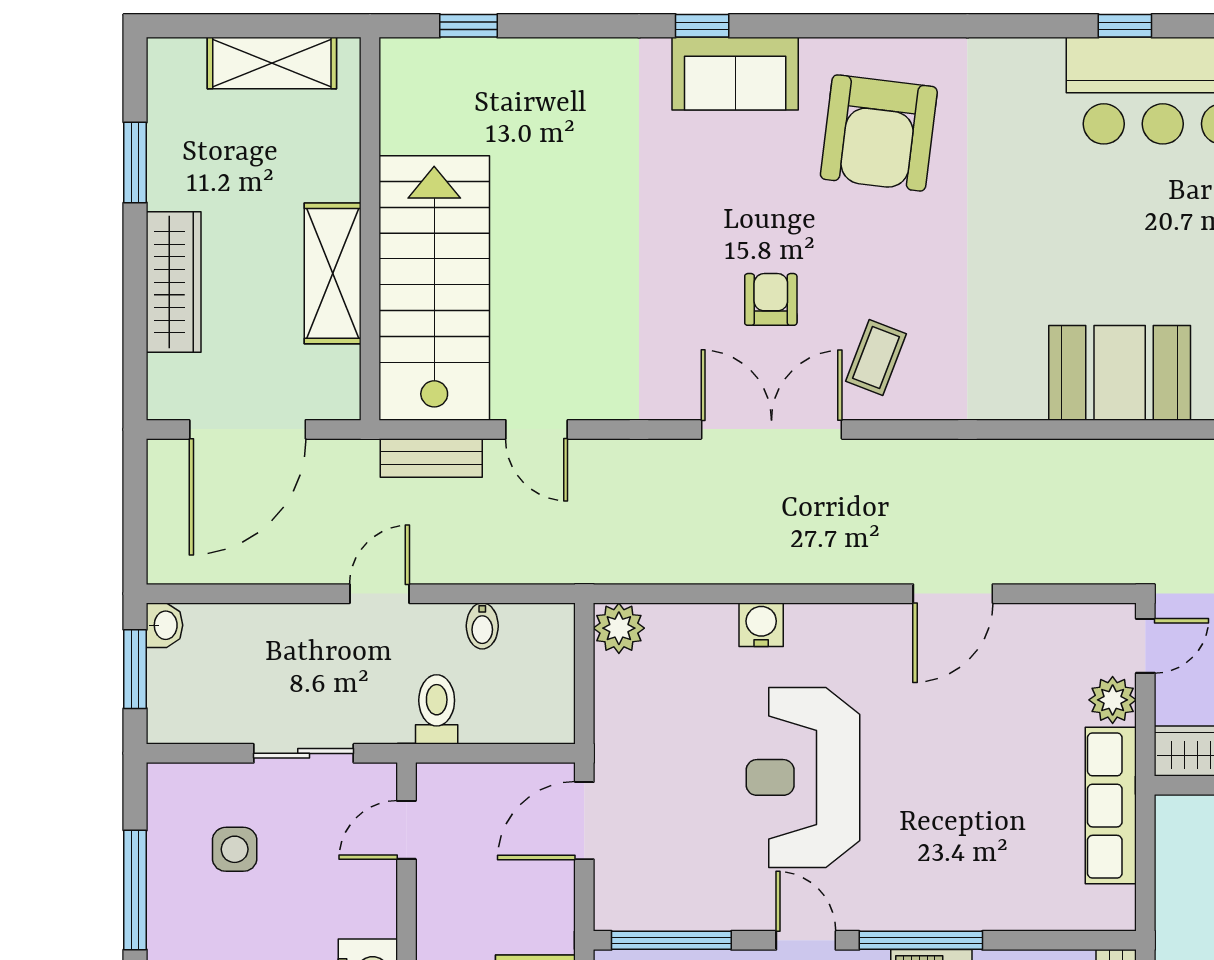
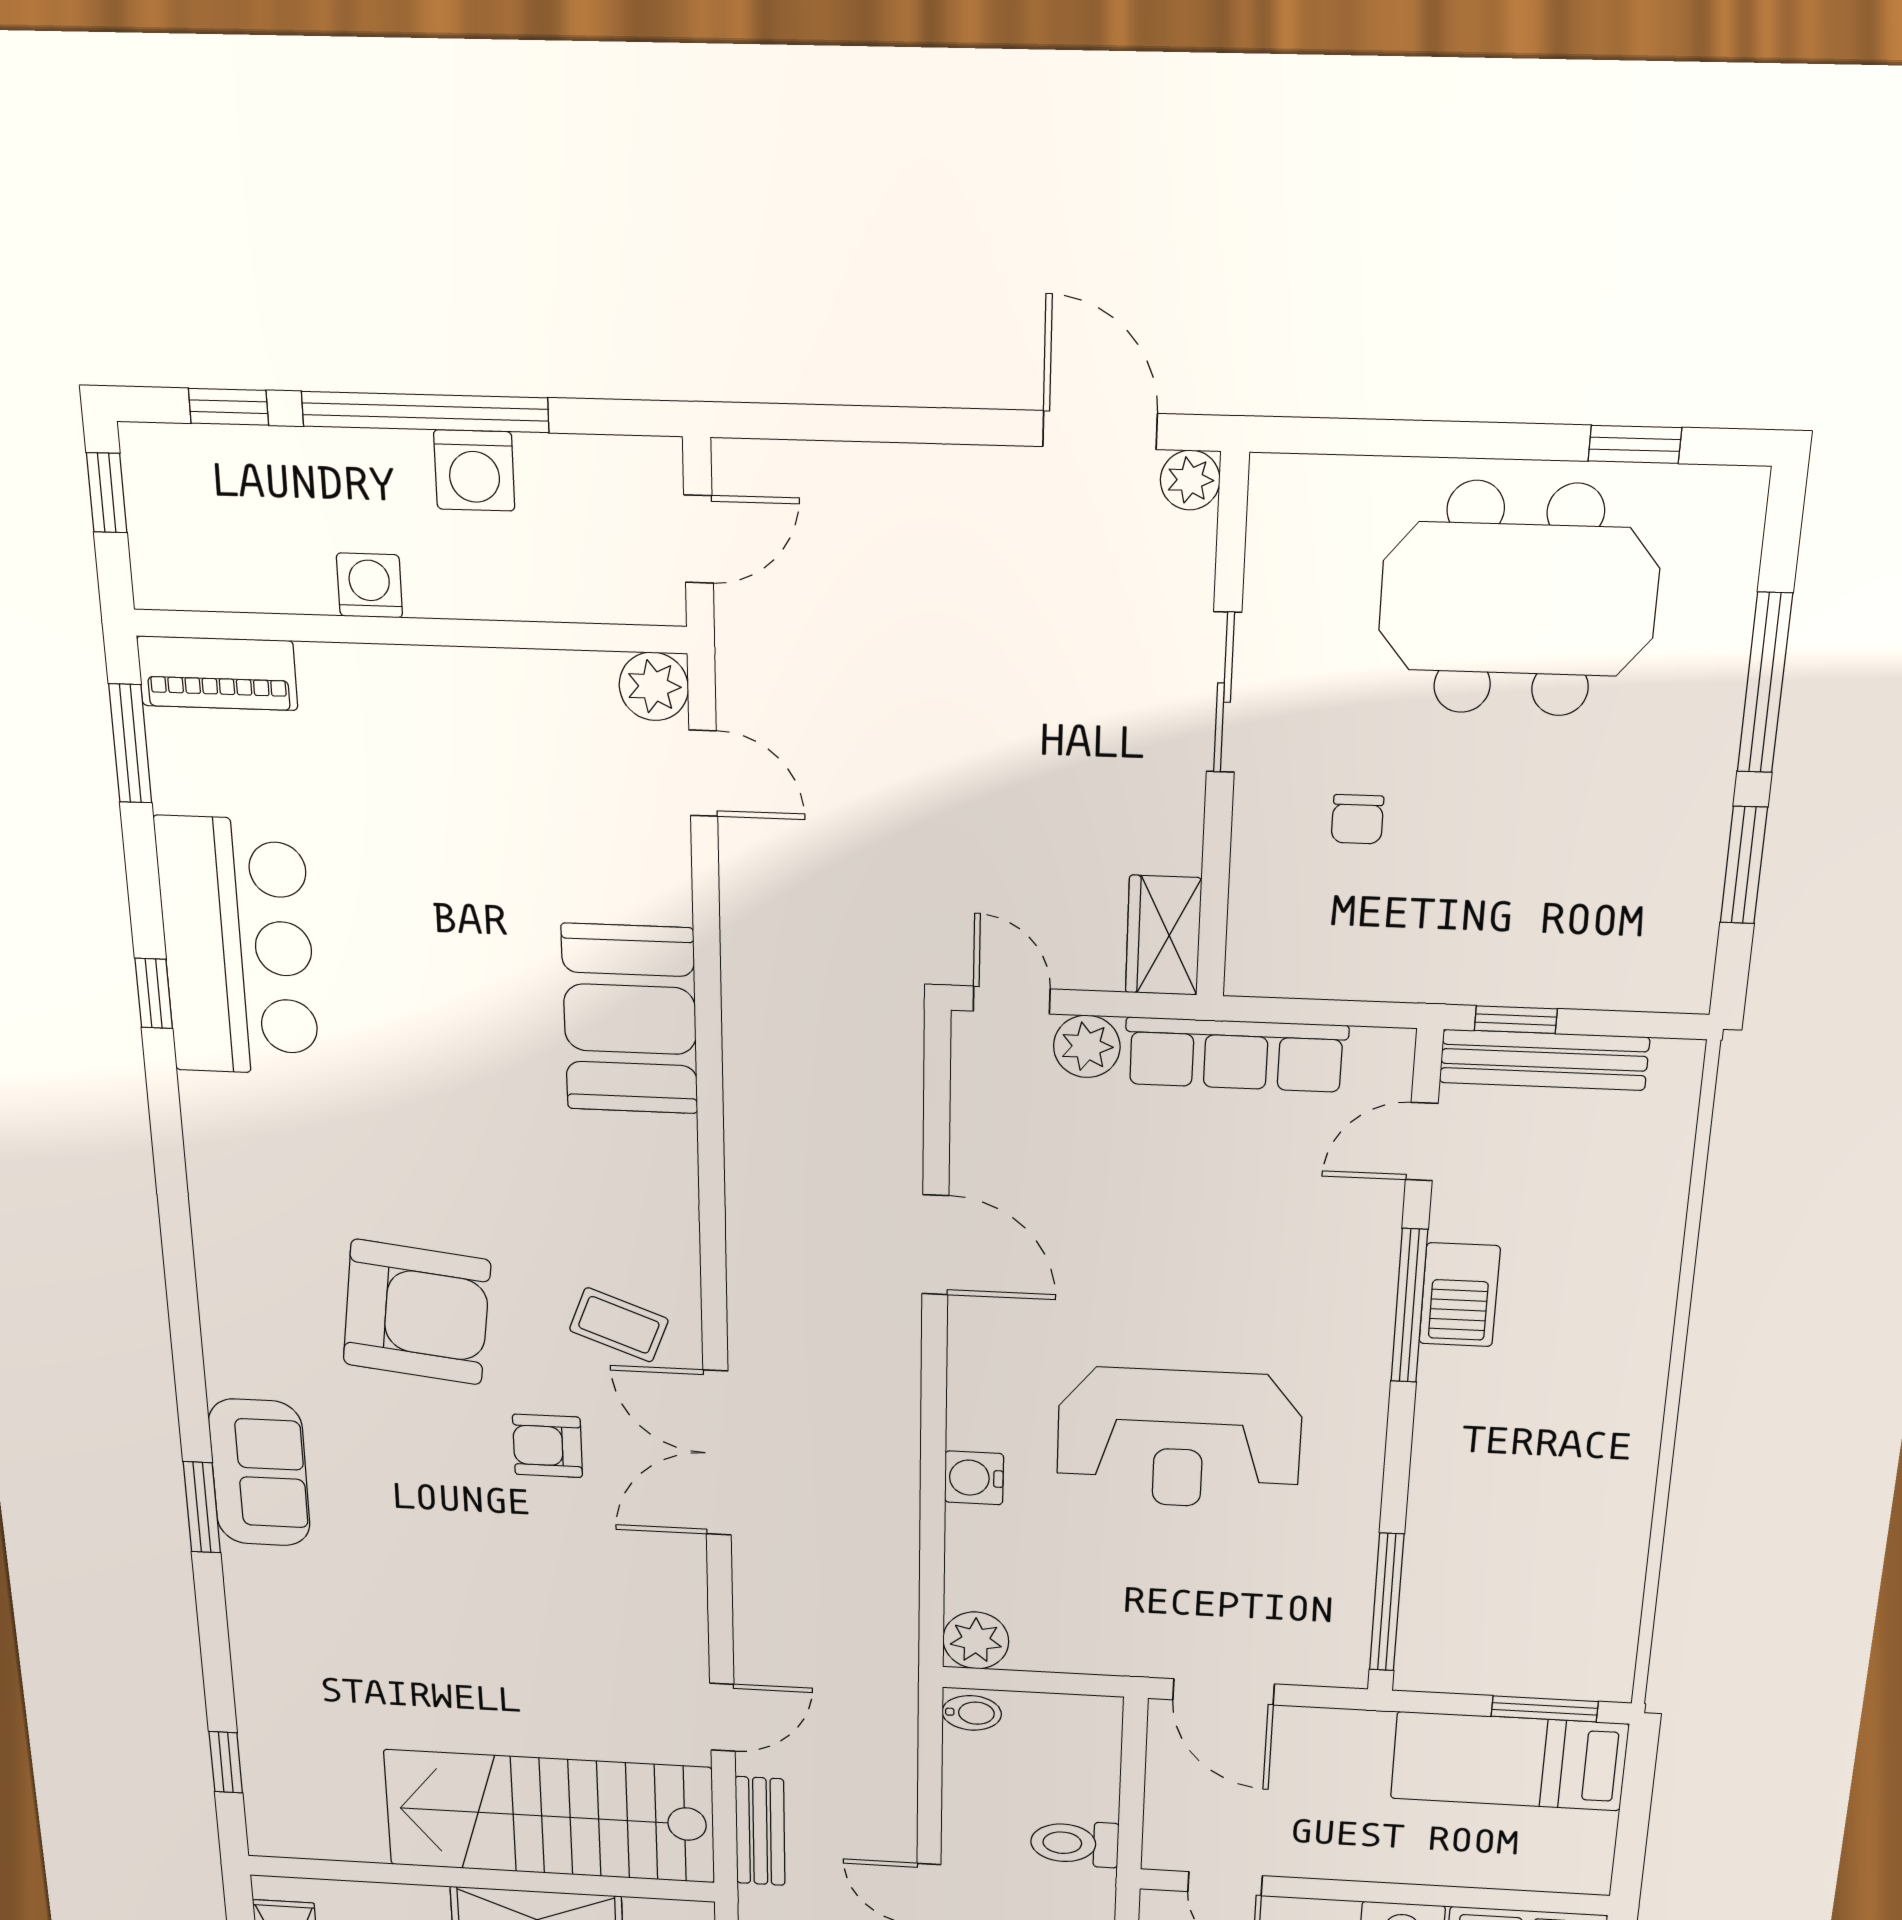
window: (702, 26) -> (202, 1507), width x1.50
armchair: (879, 133) -> (417, 1312), moved
bidet: (482, 626) -> (972, 1713), moved
door: (806, 940) -> (1422, 1142), moved

